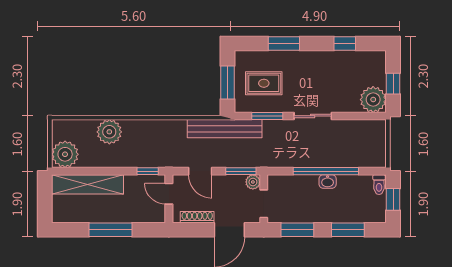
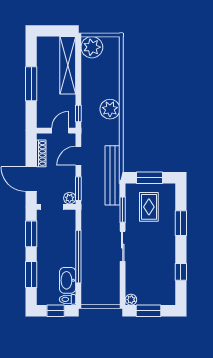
window: (393, 84) -> (149, 311), width x1.50
plant: (373, 100) -> (131, 300), width x0.53, depth x0.53
plant: (109, 132) -> (110, 109), moved
washbasin: (328, 181) -> (68, 280), moved, width x1.91, depth x1.45

